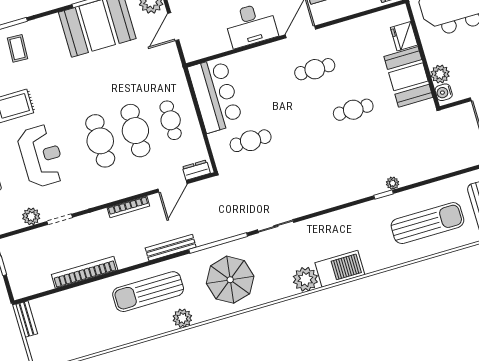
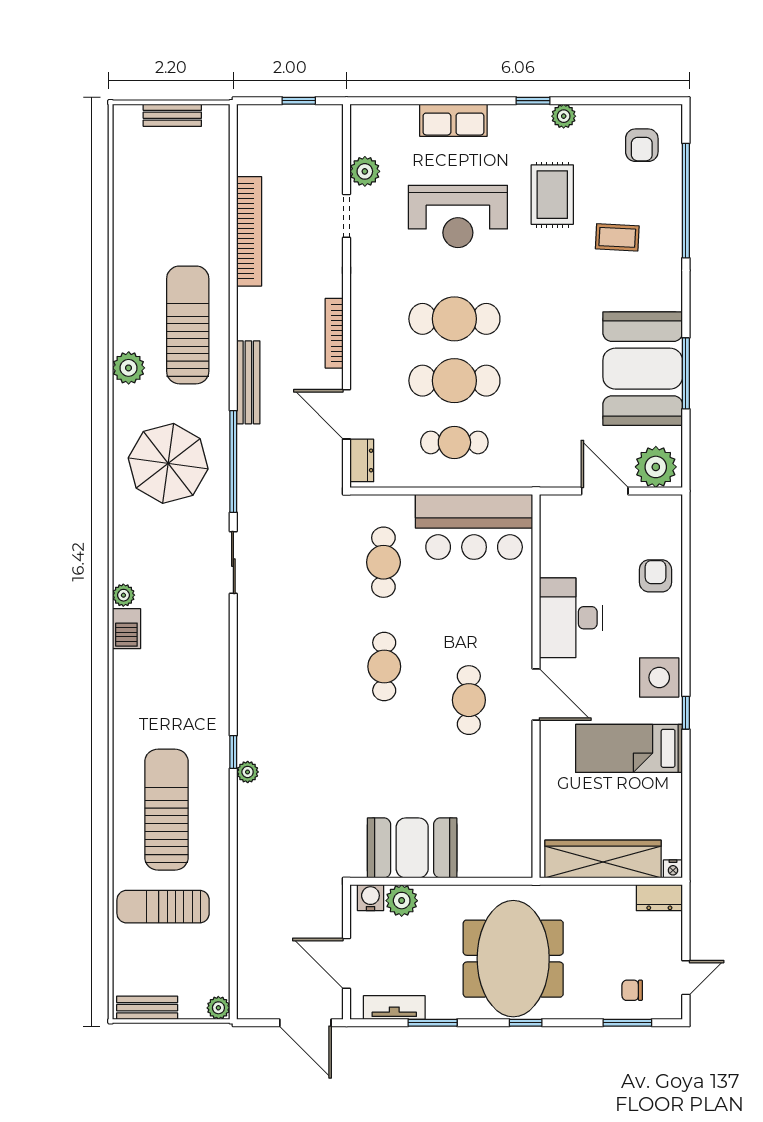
fridge: (404, 36) -> (480, 860), removed
coffee table: (17, 48) -> (617, 237), moved
cafe table: (353, 110) -> (384, 667), moved
sun lounger: (427, 223) -> (166, 810), turned 180
barbecue: (340, 269) -> (126, 629), width x0.53, depth x0.65
plant: (305, 279) -> (123, 595), width x0.53, depth x0.53
bench: (26, 319) -> (172, 115), moved

